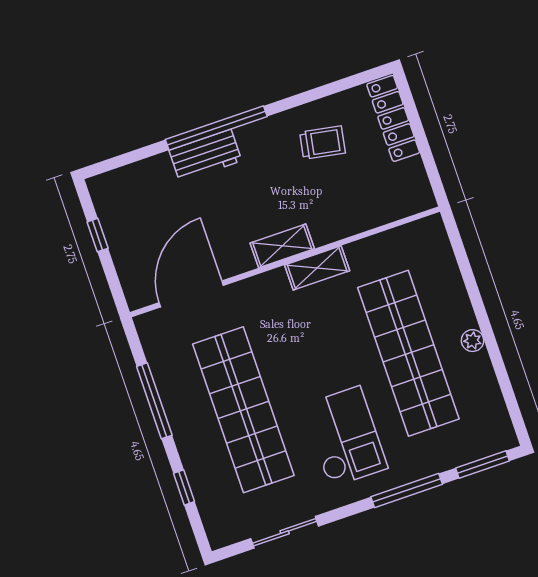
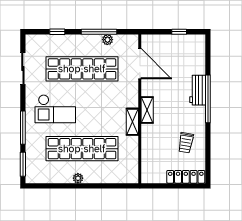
plant: (165, 378) -> (107, 40), added

